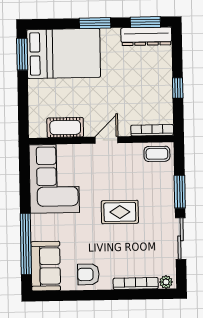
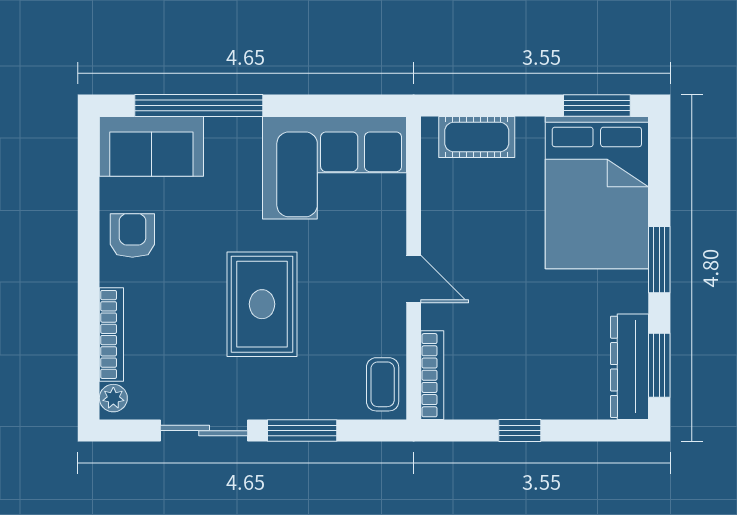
cot: (65, 127) -> (477, 137), moved, turned 90
rug: (120, 212) -> (262, 304), width x1.36, depth x1.43

